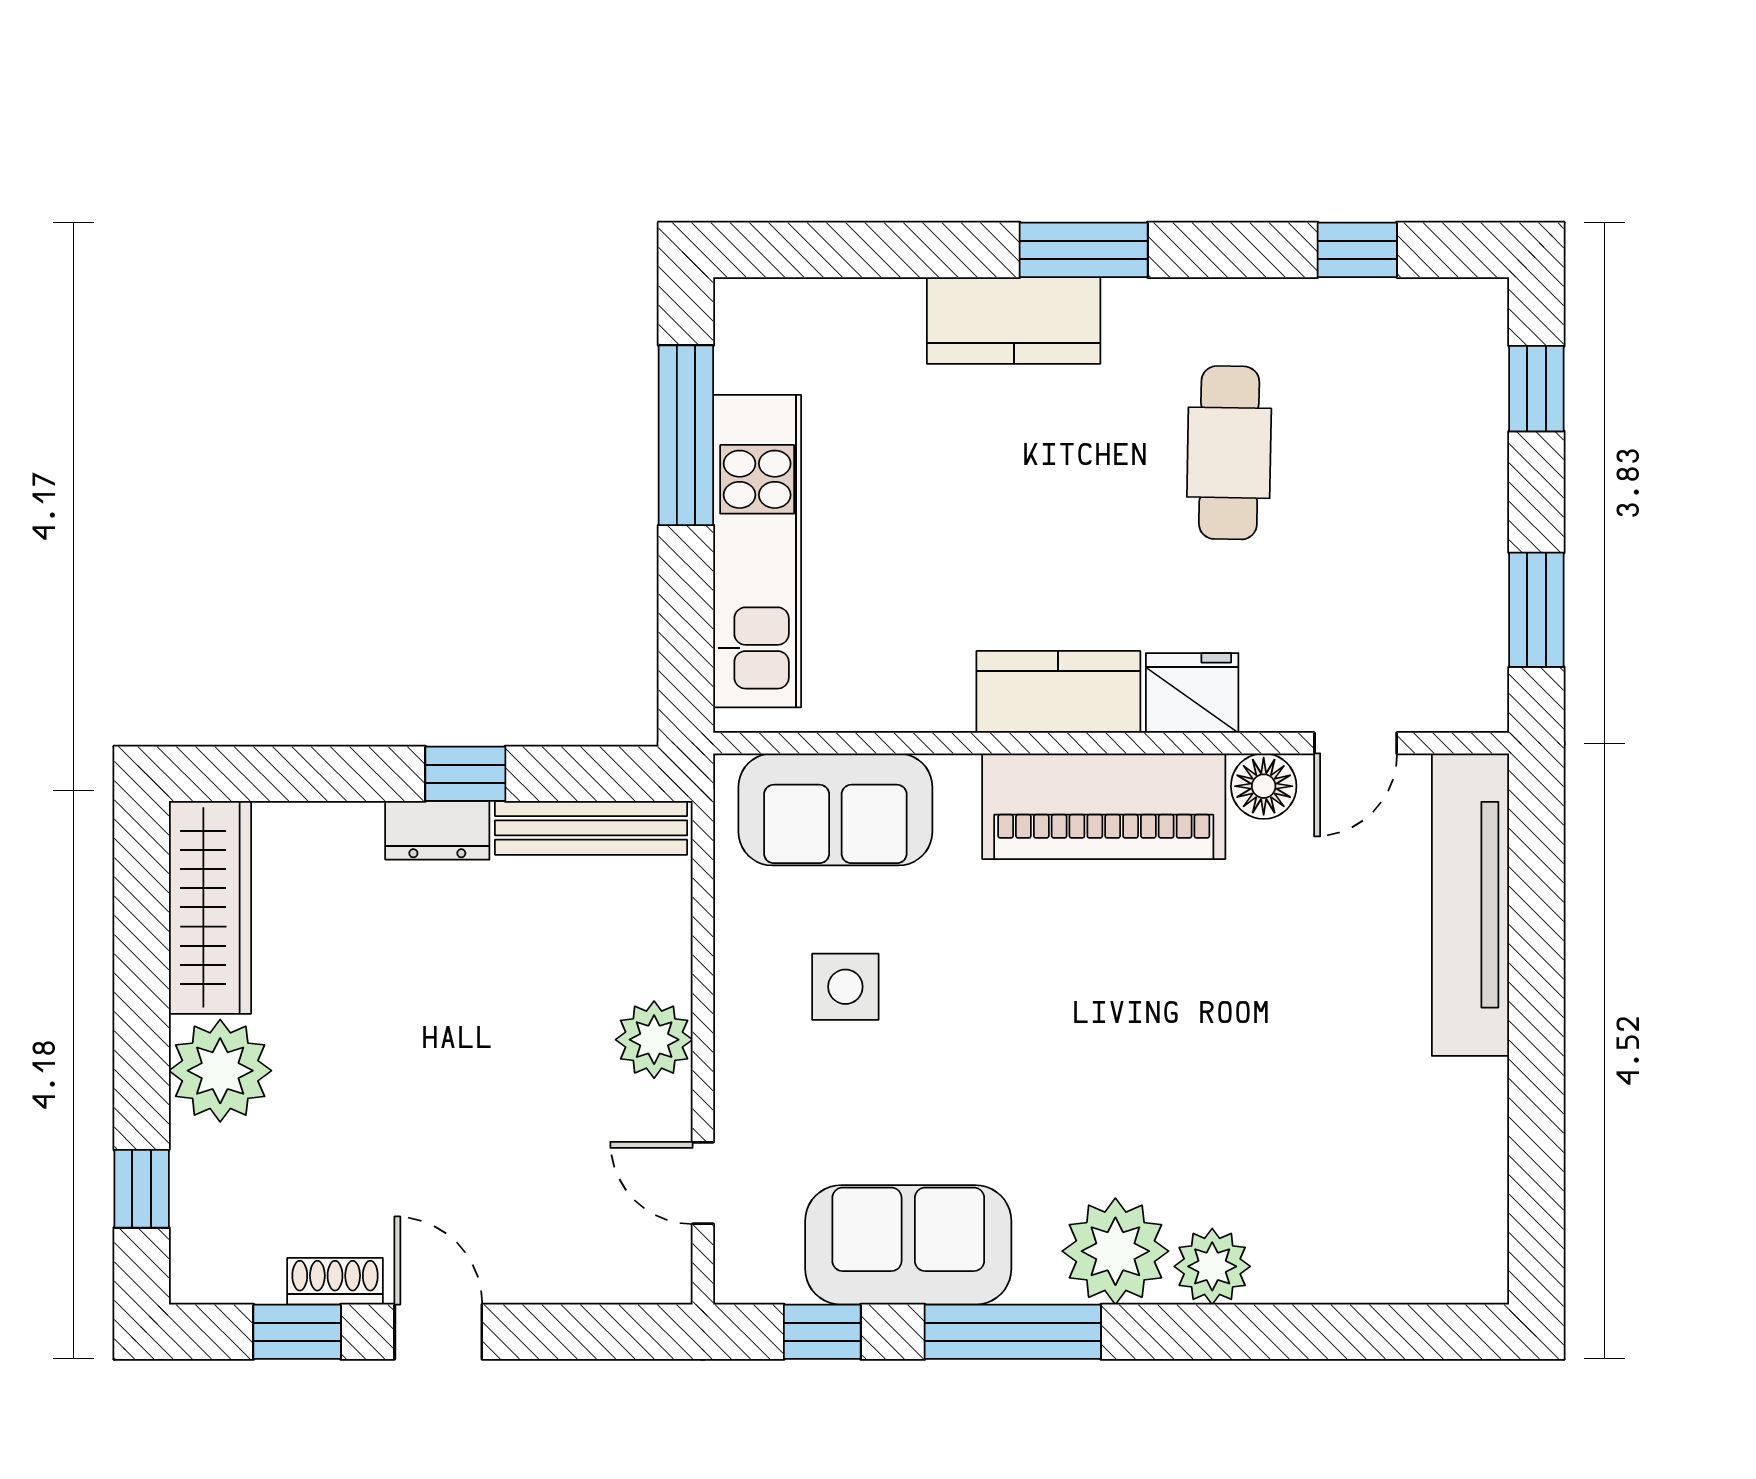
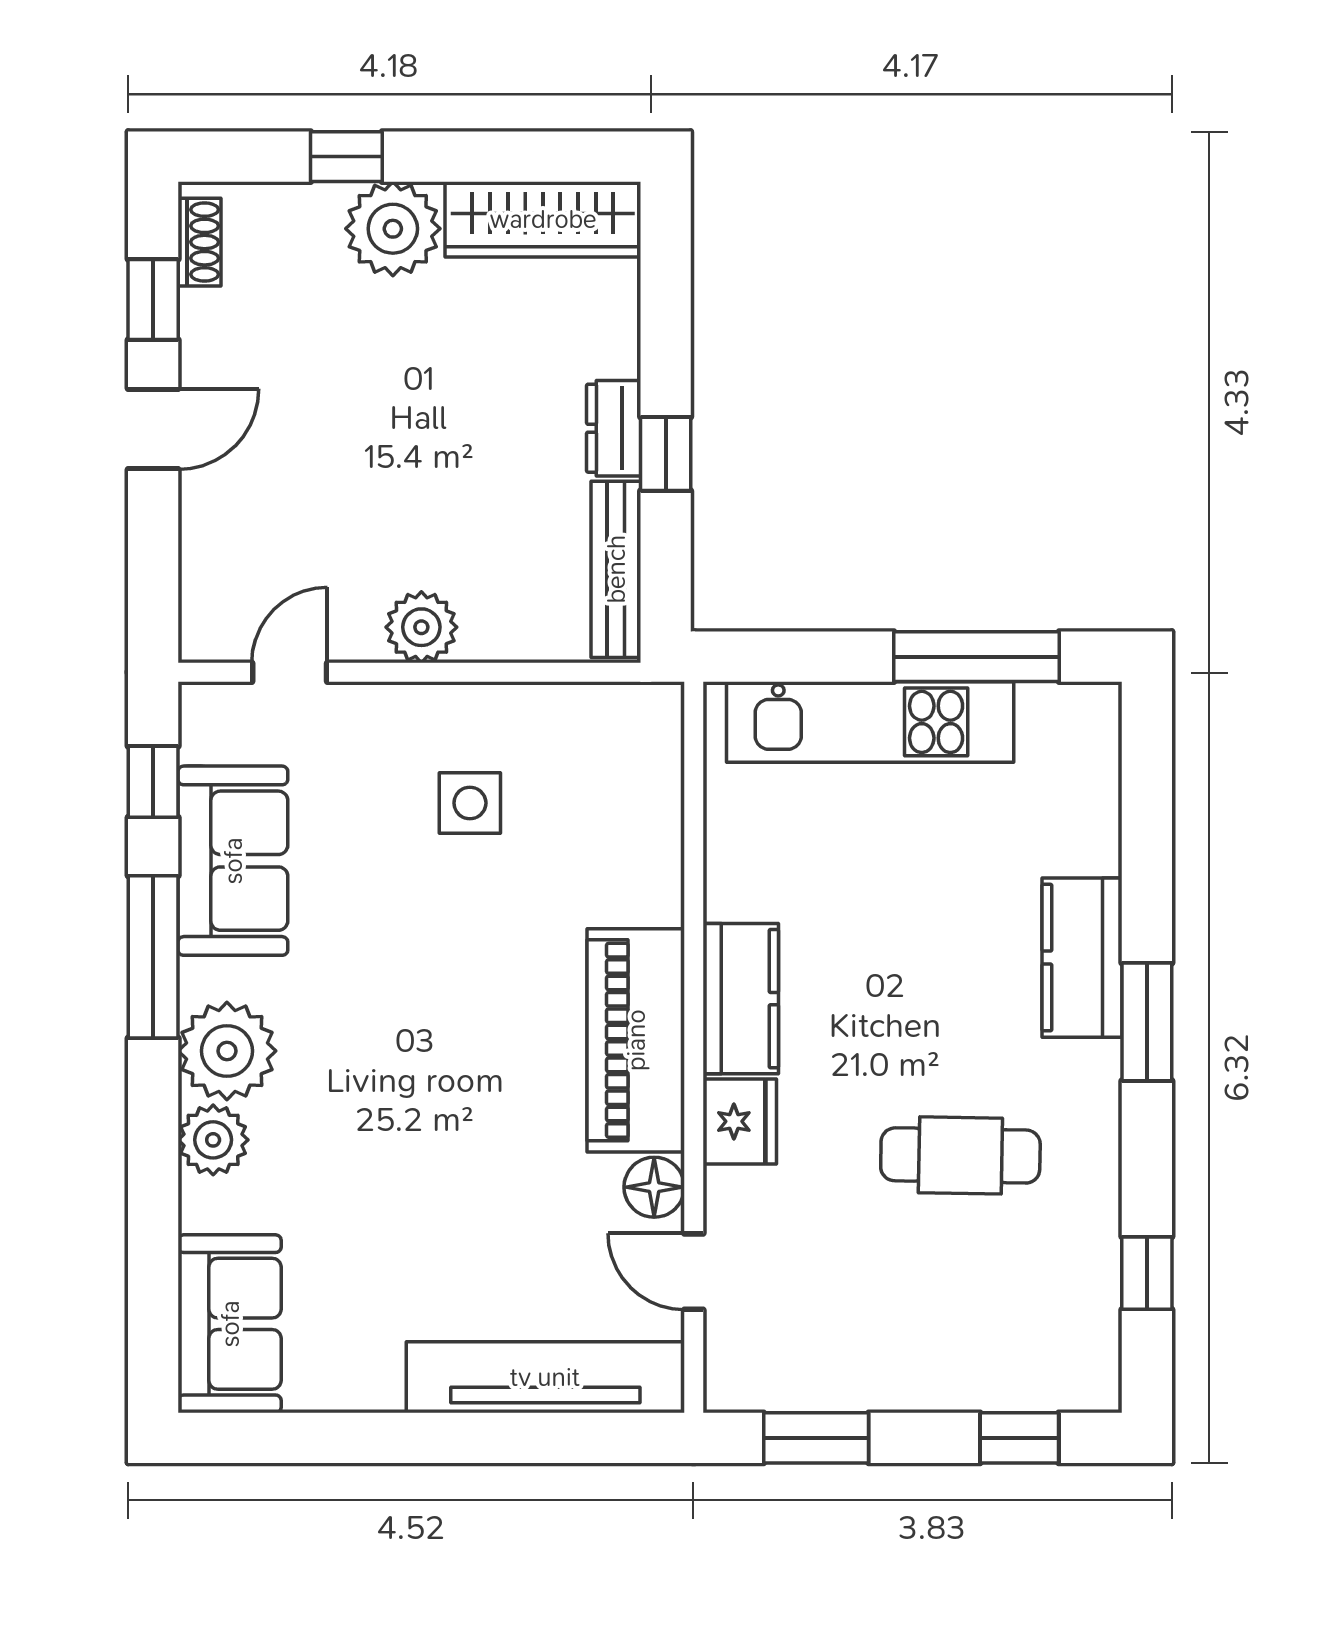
sofa: (835, 809) -> (230, 1324), moved, turned 180
window: (142, 1189) -> (346, 157), moved
shoe rack: (335, 1281) -> (199, 242), moved

